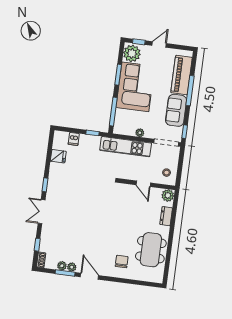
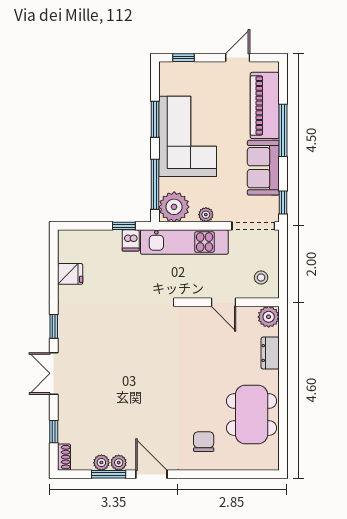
door: (159, 44) -> (238, 58), moved
plant: (132, 53) -> (174, 207), moved
dishwasher: (74, 139) -> (131, 240), moved

